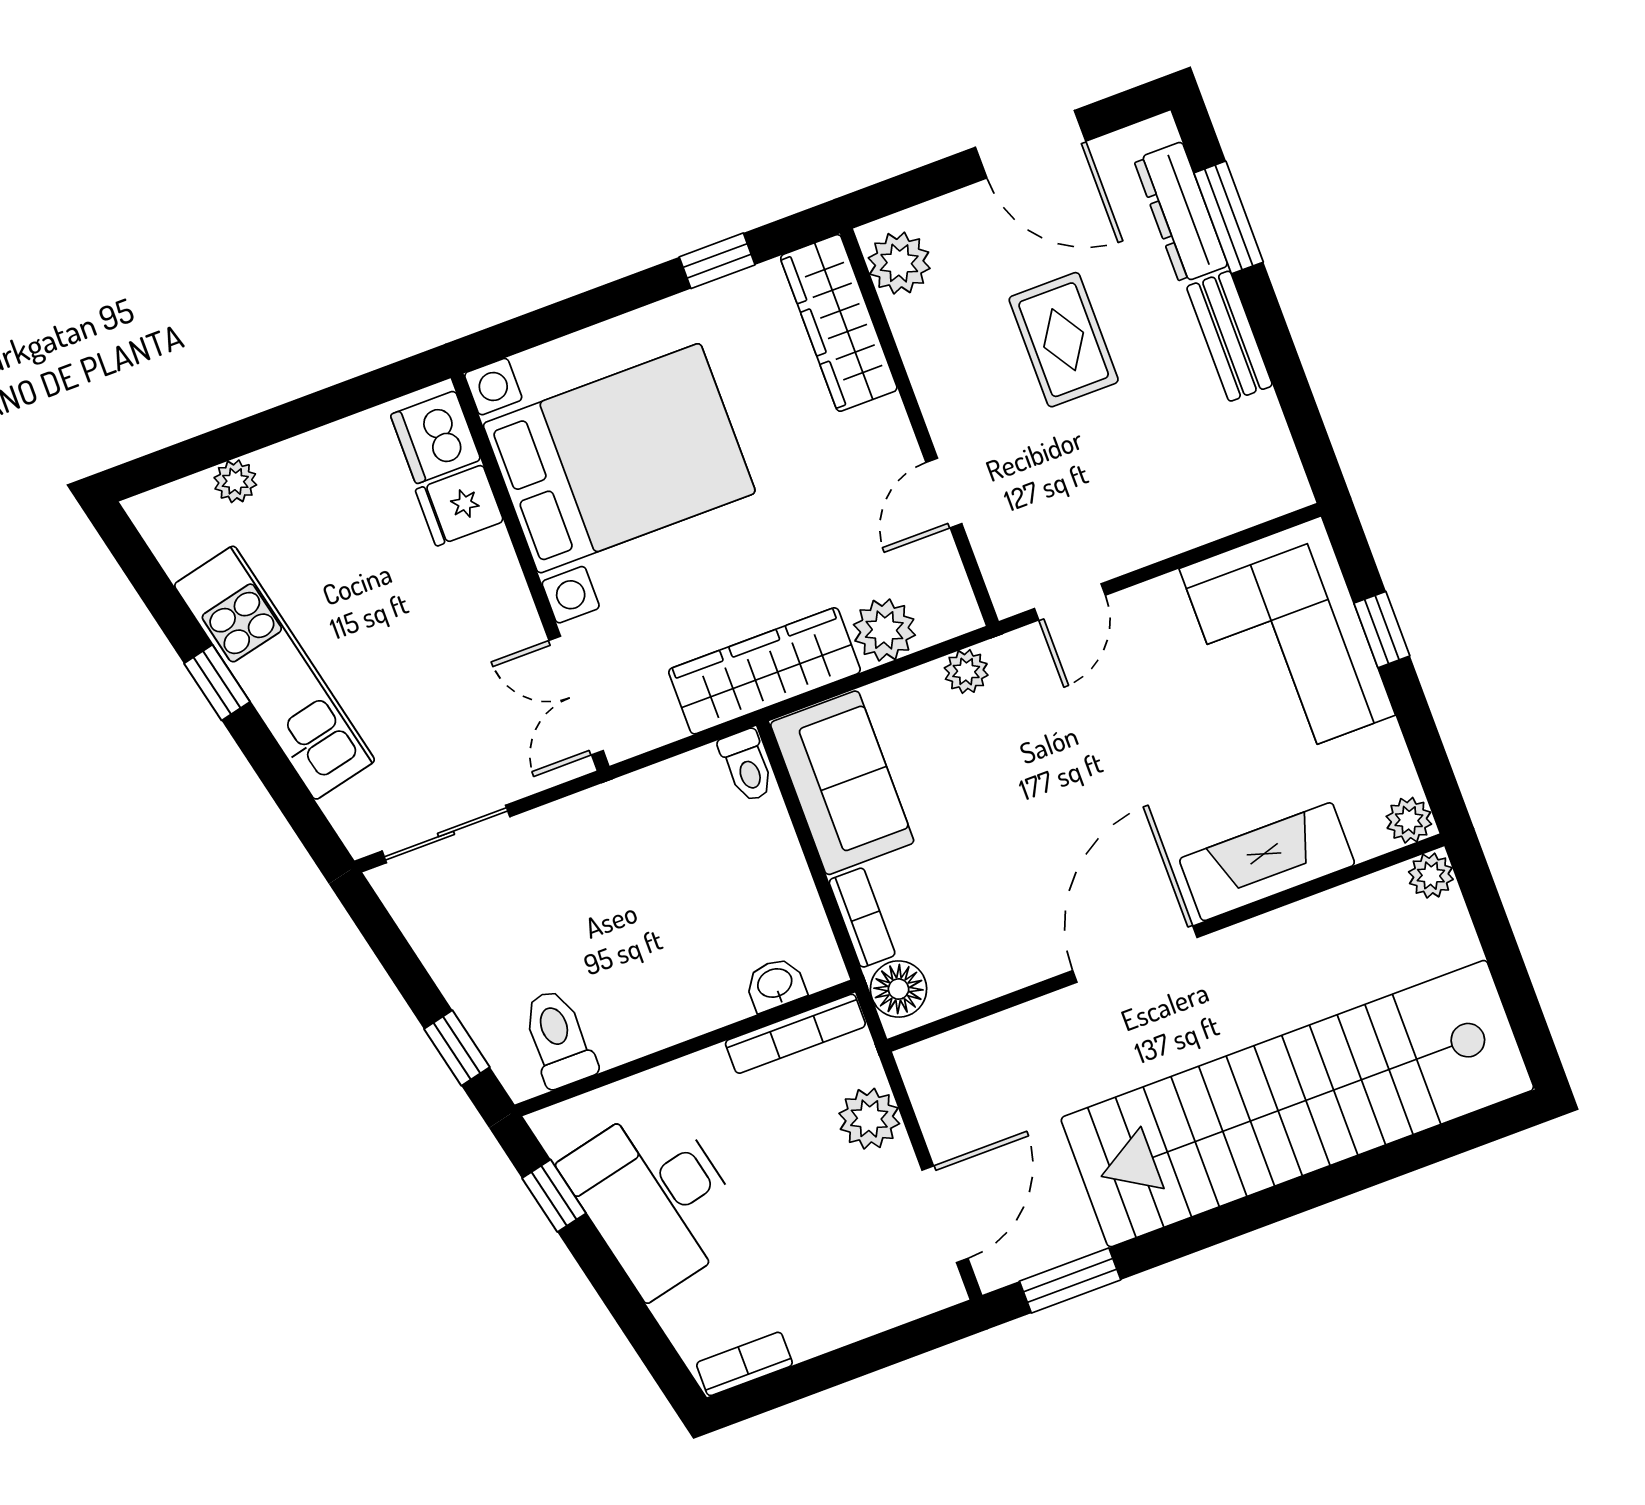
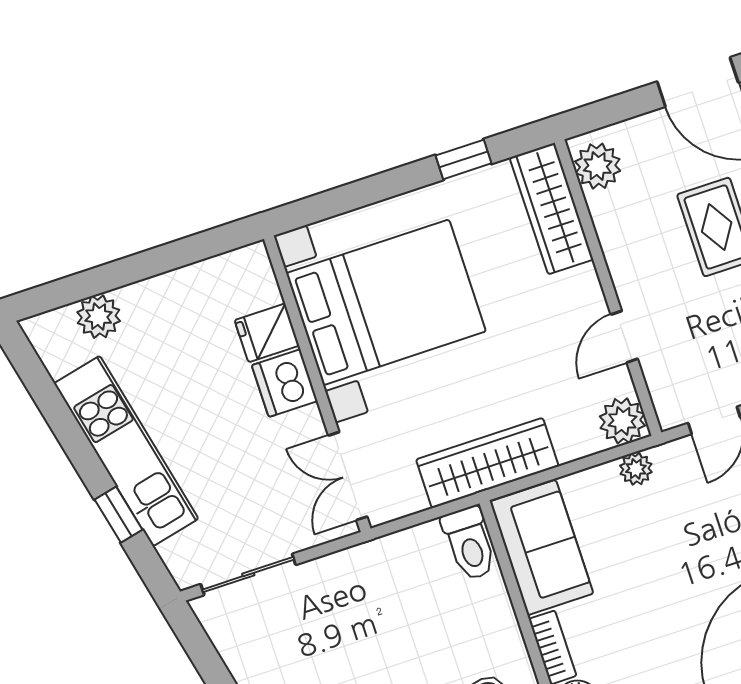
dishwasher: (436, 437) -> (285, 383), moved
plant: (235, 481) -> (99, 317), width x1.38, depth x1.38
plant: (884, 630) -> (622, 421), moved
window: (217, 683) -> (119, 515), moved
toilet: (747, 766) -> (469, 543), width x1.37, depth x1.39

